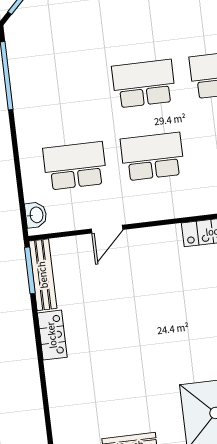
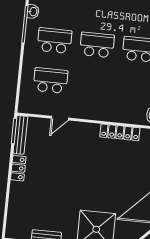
school desk: (152, 157) -> (55, 41), moved
washbasin: (36, 215) -> (33, 12), moved

